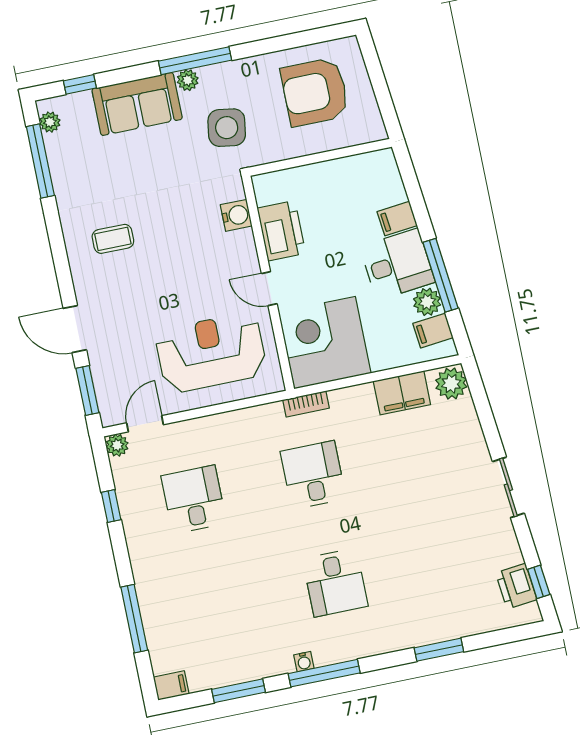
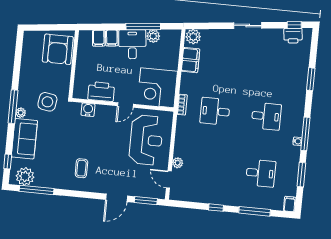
armchair: (315, 92) -> (58, 49), moved
plant: (50, 122) -> (25, 176), width x1.88, depth x1.88
filing cabinet: (433, 331) -> (99, 38), moved
reception desk: (211, 353) -> (146, 140), turned 180
plant: (117, 445) -> (178, 163), moved
desk: (194, 500) -> (261, 173), moved, turned 180
window: (111, 506) -> (216, 208), moved

